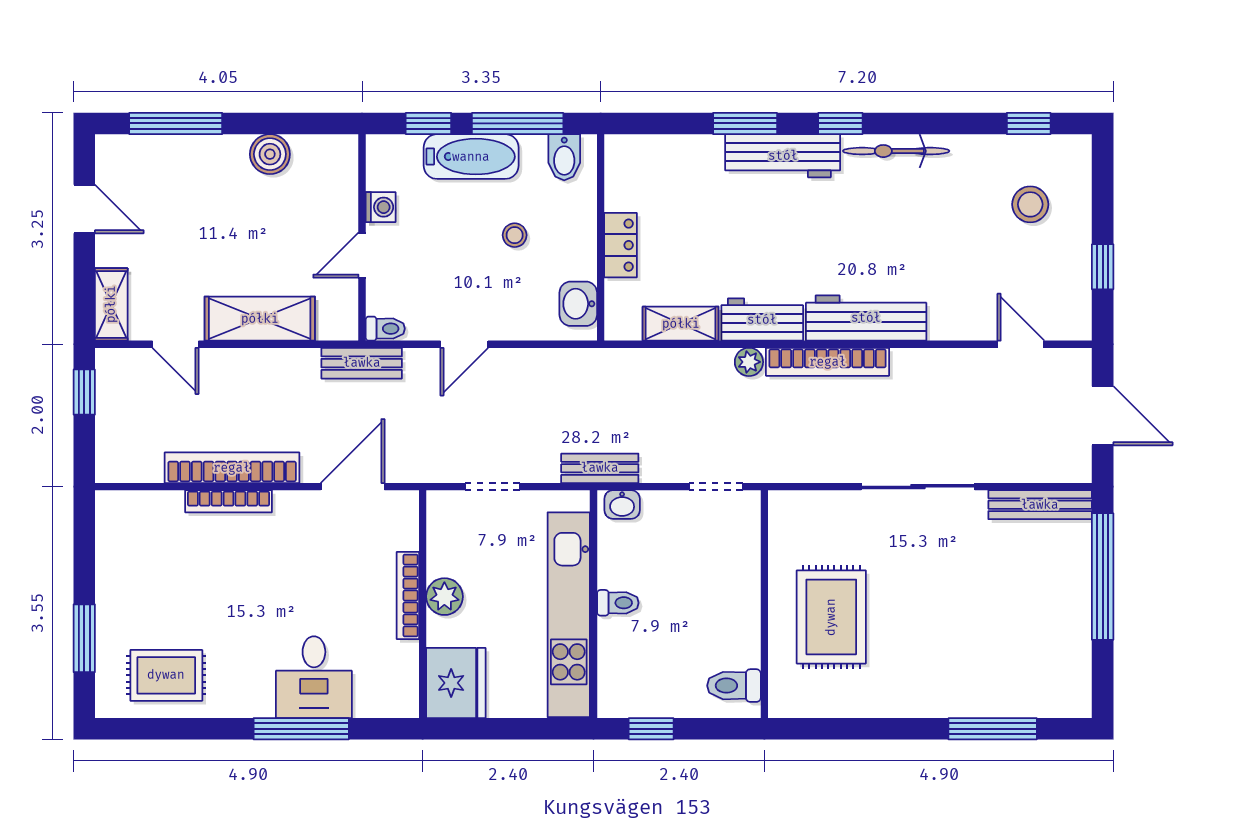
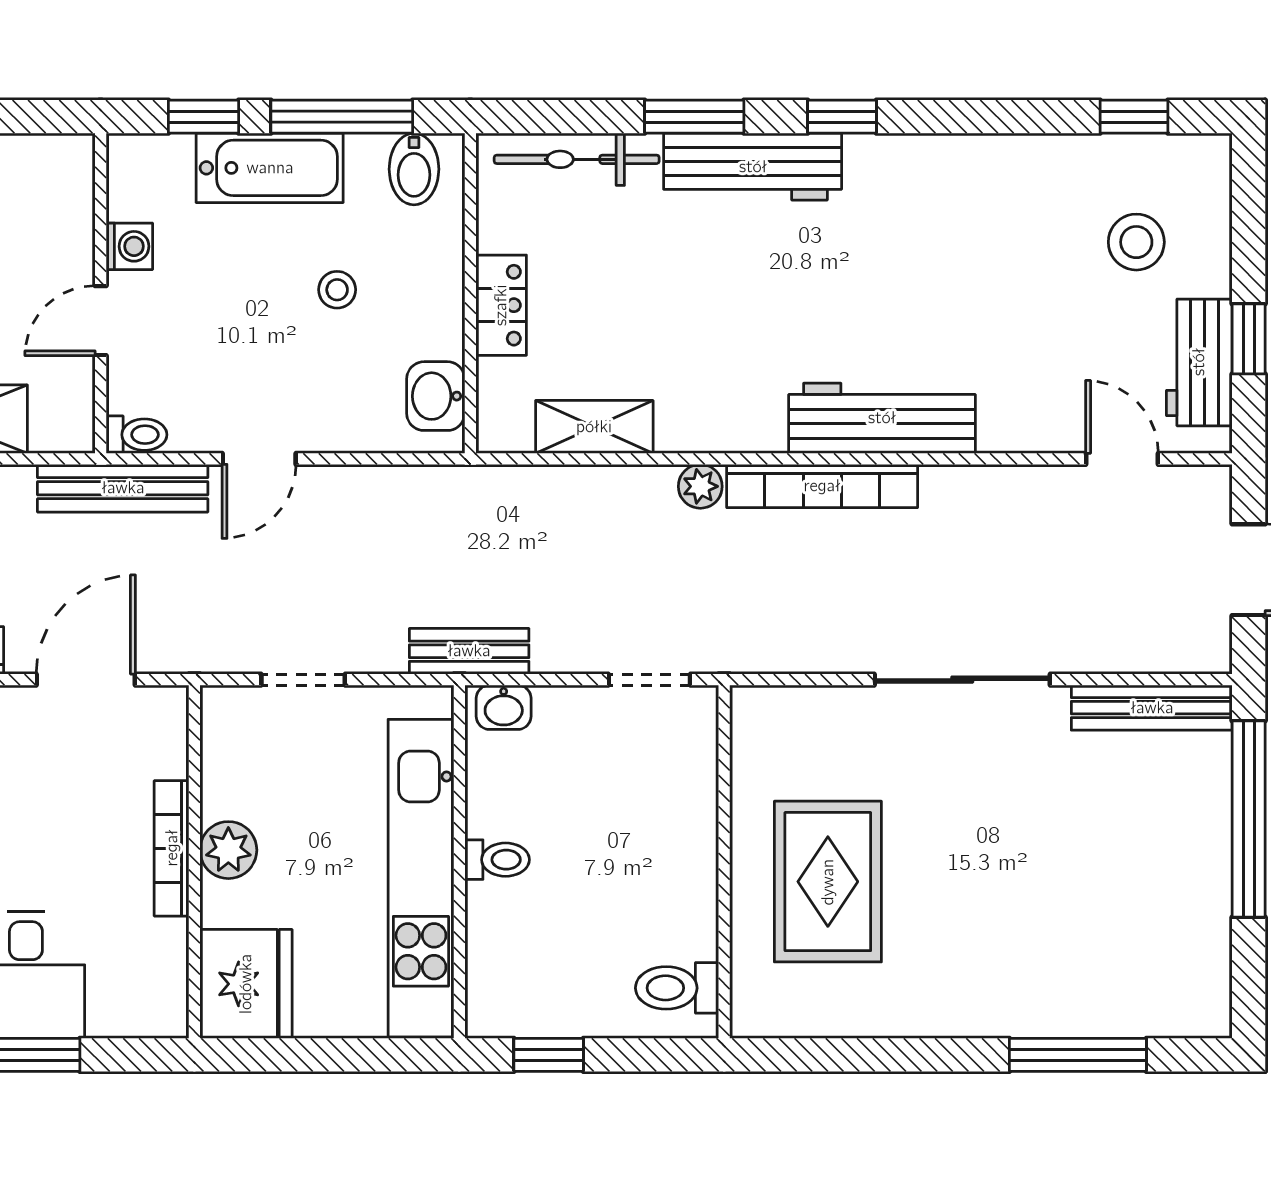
bicycle: (896, 151) -> (577, 159), moved
workbench: (762, 320) -> (1199, 362), moved, turned -90
bench: (362, 363) -> (123, 488), width x1.36

